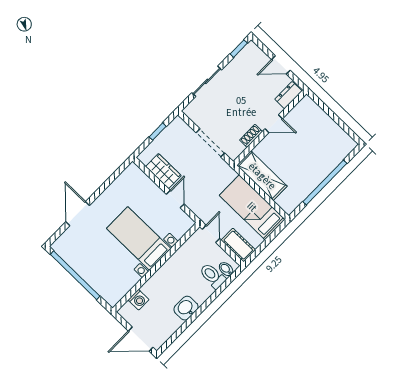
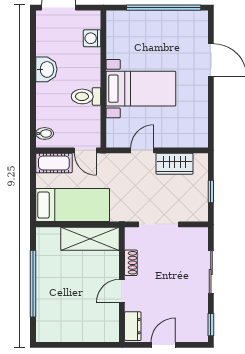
door: (175, 199) -> (142, 150), swing flipped
toilet: (213, 276) -> (86, 96), moved, turned 180

